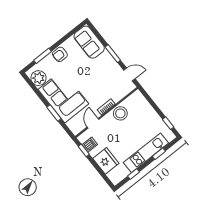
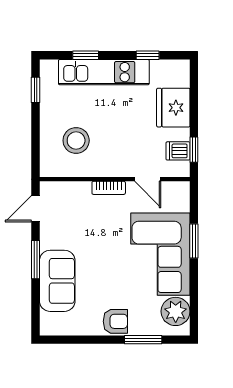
sofa: (89, 42) -> (57, 281), moved
door: (129, 74) -> (35, 209), hinge flipped
stool: (120, 113) -> (76, 140), moved
door: (93, 123) -> (148, 179), hinge flipped

